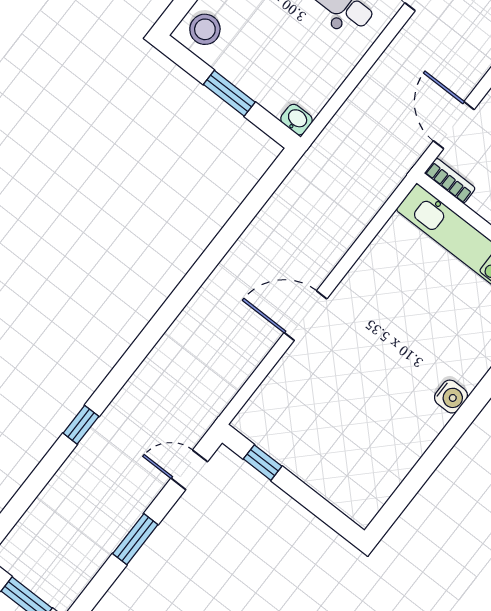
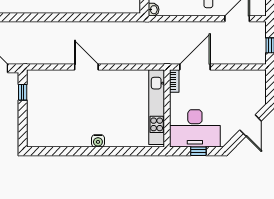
door: (454, 125) -> (195, 67), width x1.36

